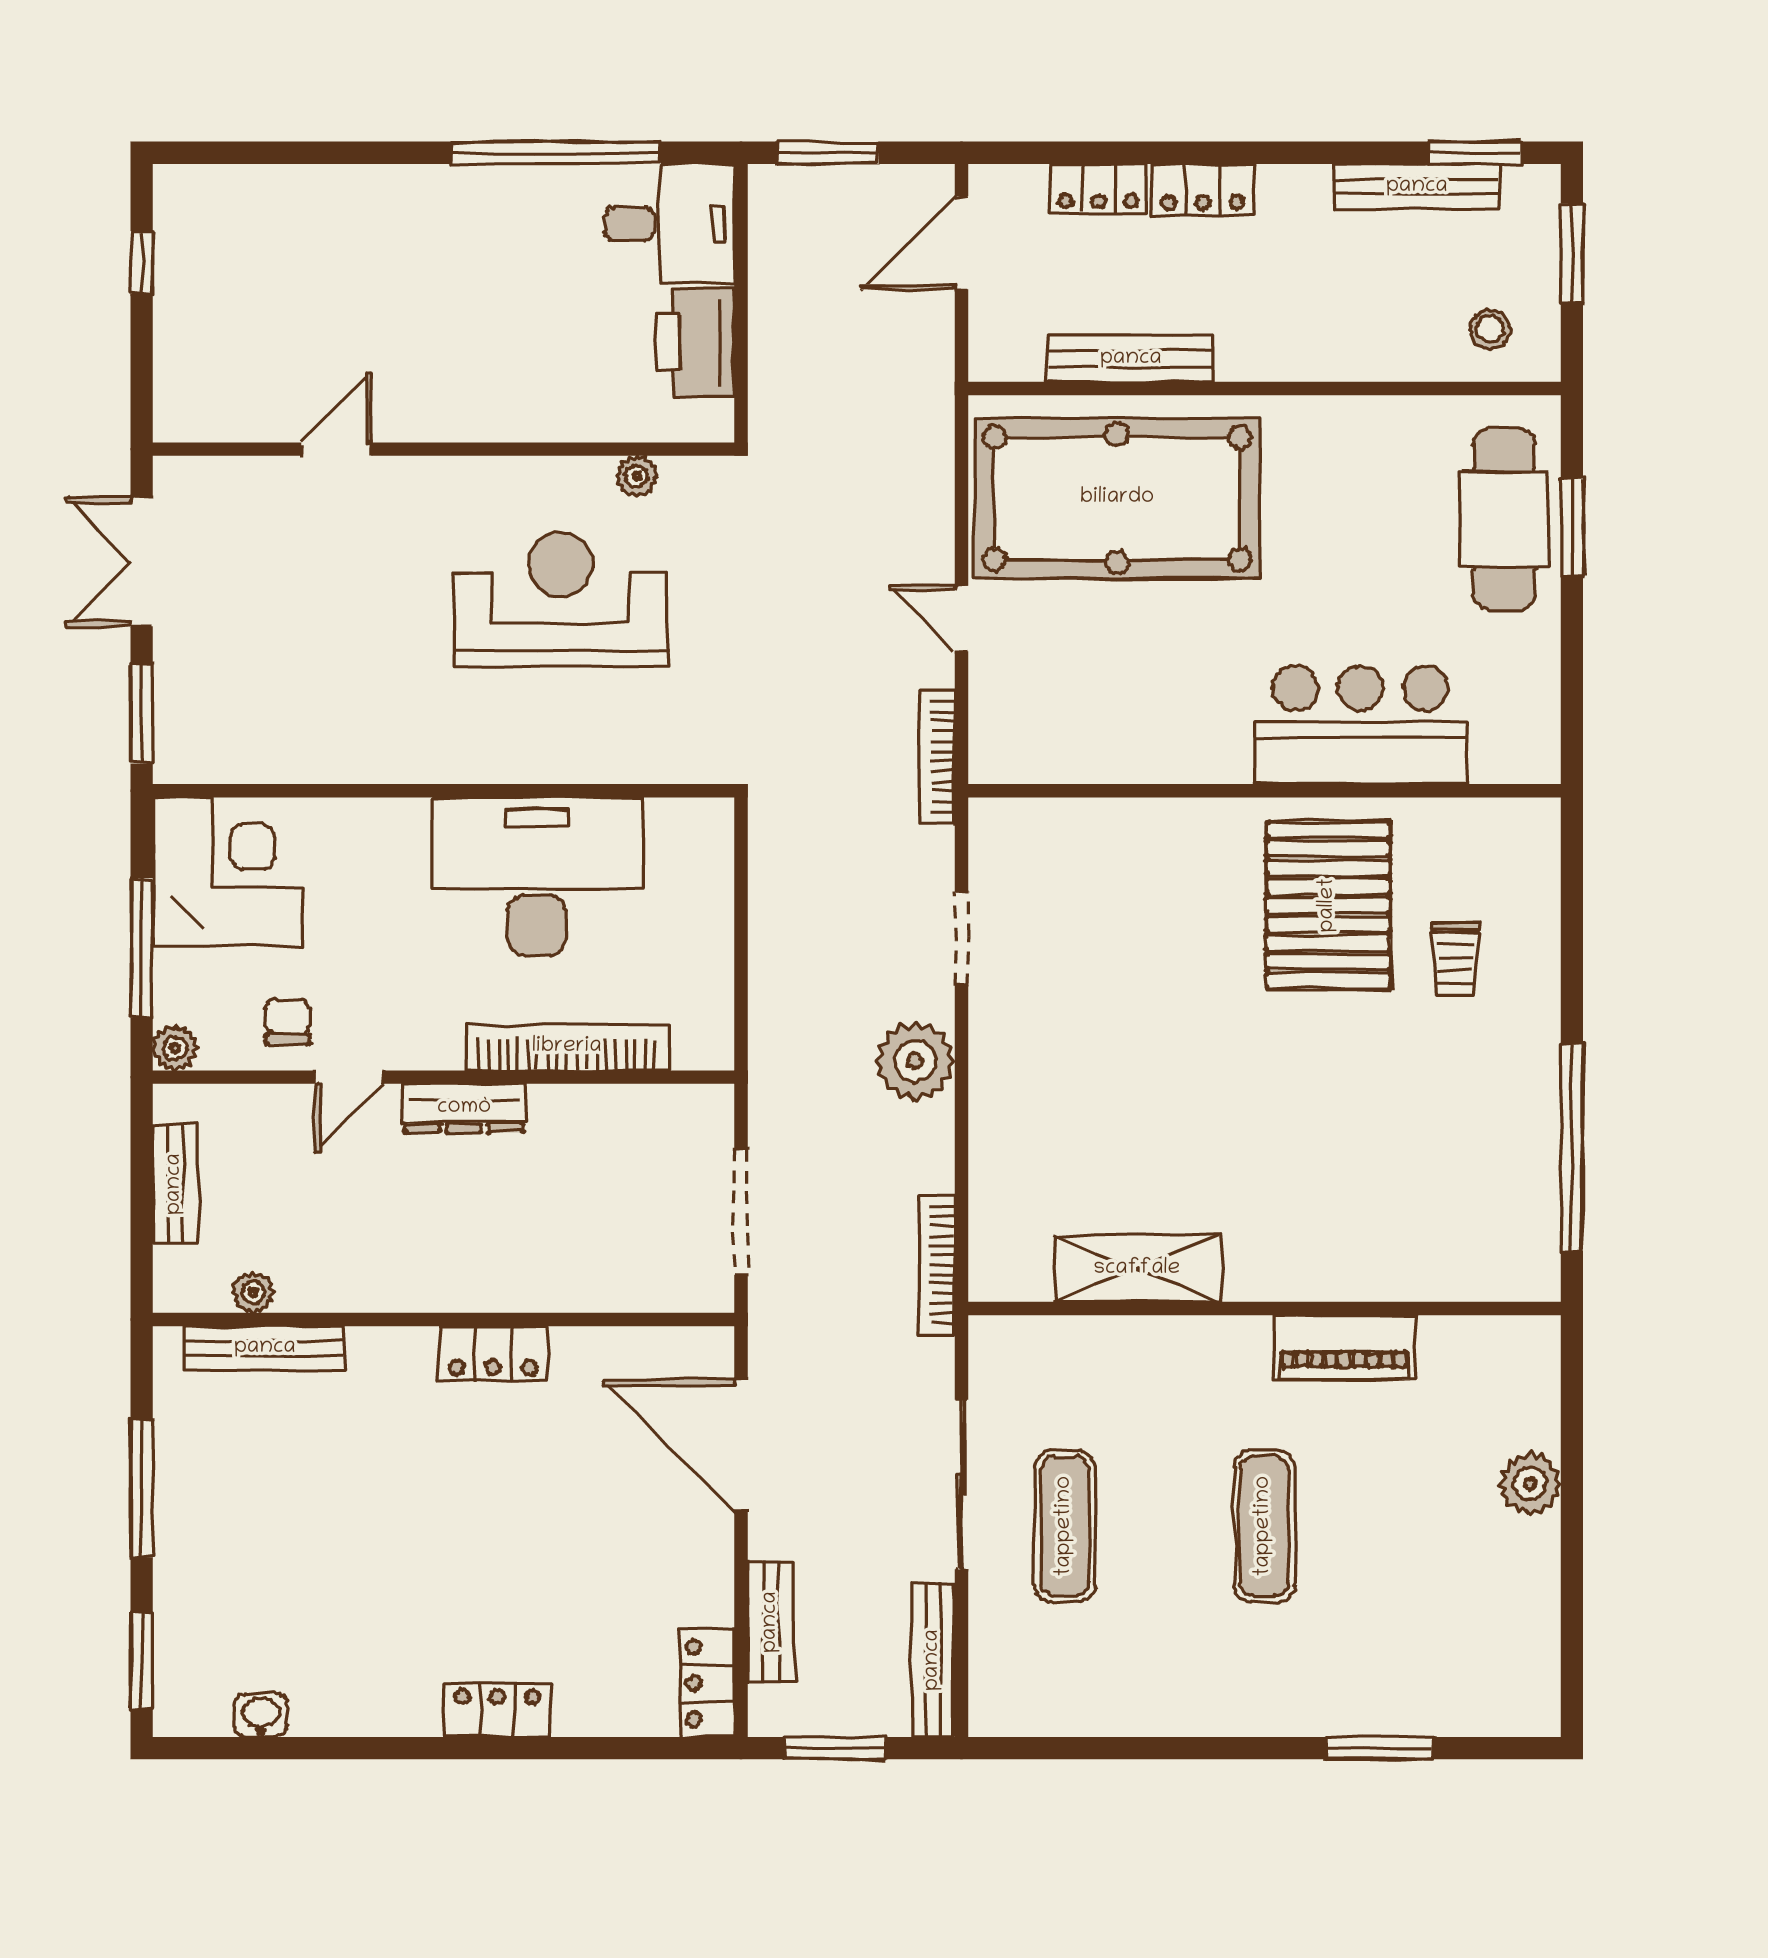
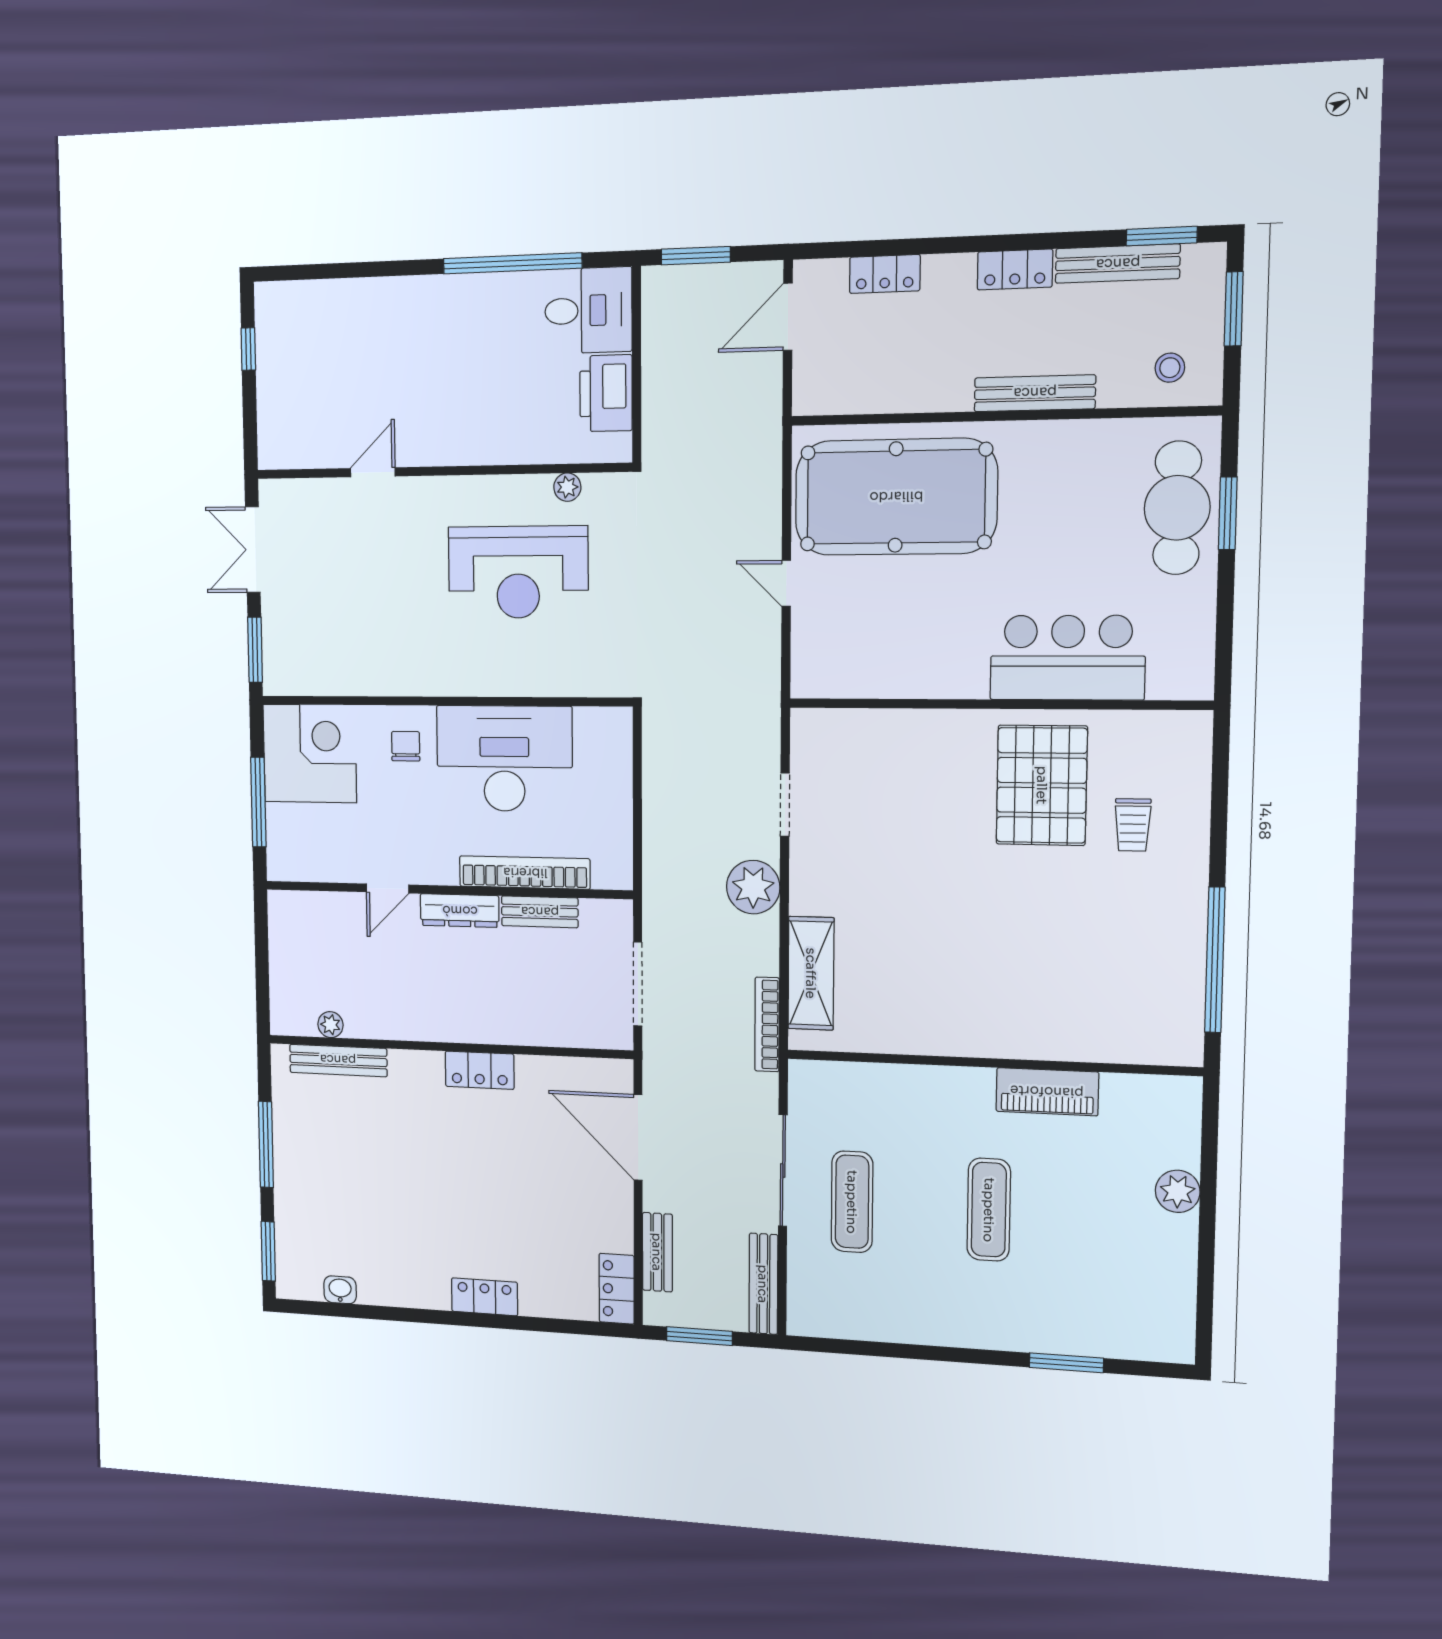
locker: (1203, 190) -> (1015, 269), moved
bench: (1131, 359) -> (1035, 393), moved
reception desk: (561, 599) -> (518, 572), turned 180
bookcase: (937, 757) -> (769, 679), removed
chair: (287, 1021) -> (406, 746), moved
plant: (175, 1048) -> (280, 867), removed
bench: (175, 1184) -> (540, 912), moved, turned 90
shelving: (1137, 1269) -> (811, 973), moved, turned 90

